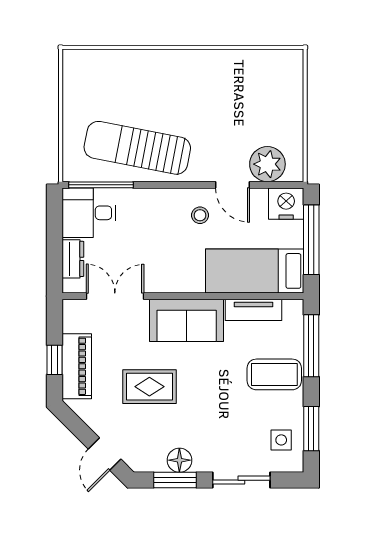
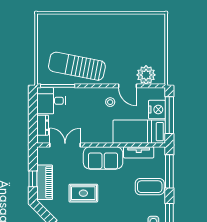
nightstand: (286, 204) -> (157, 110), moved, turned 90

